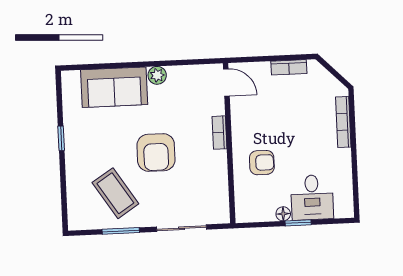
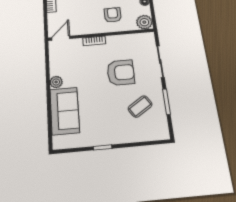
armchair: (156, 153) -> (121, 73), moved
coffee table: (115, 193) -> (140, 106), width x0.73, depth x0.77
plant: (247, 210) -> (144, 22), added

